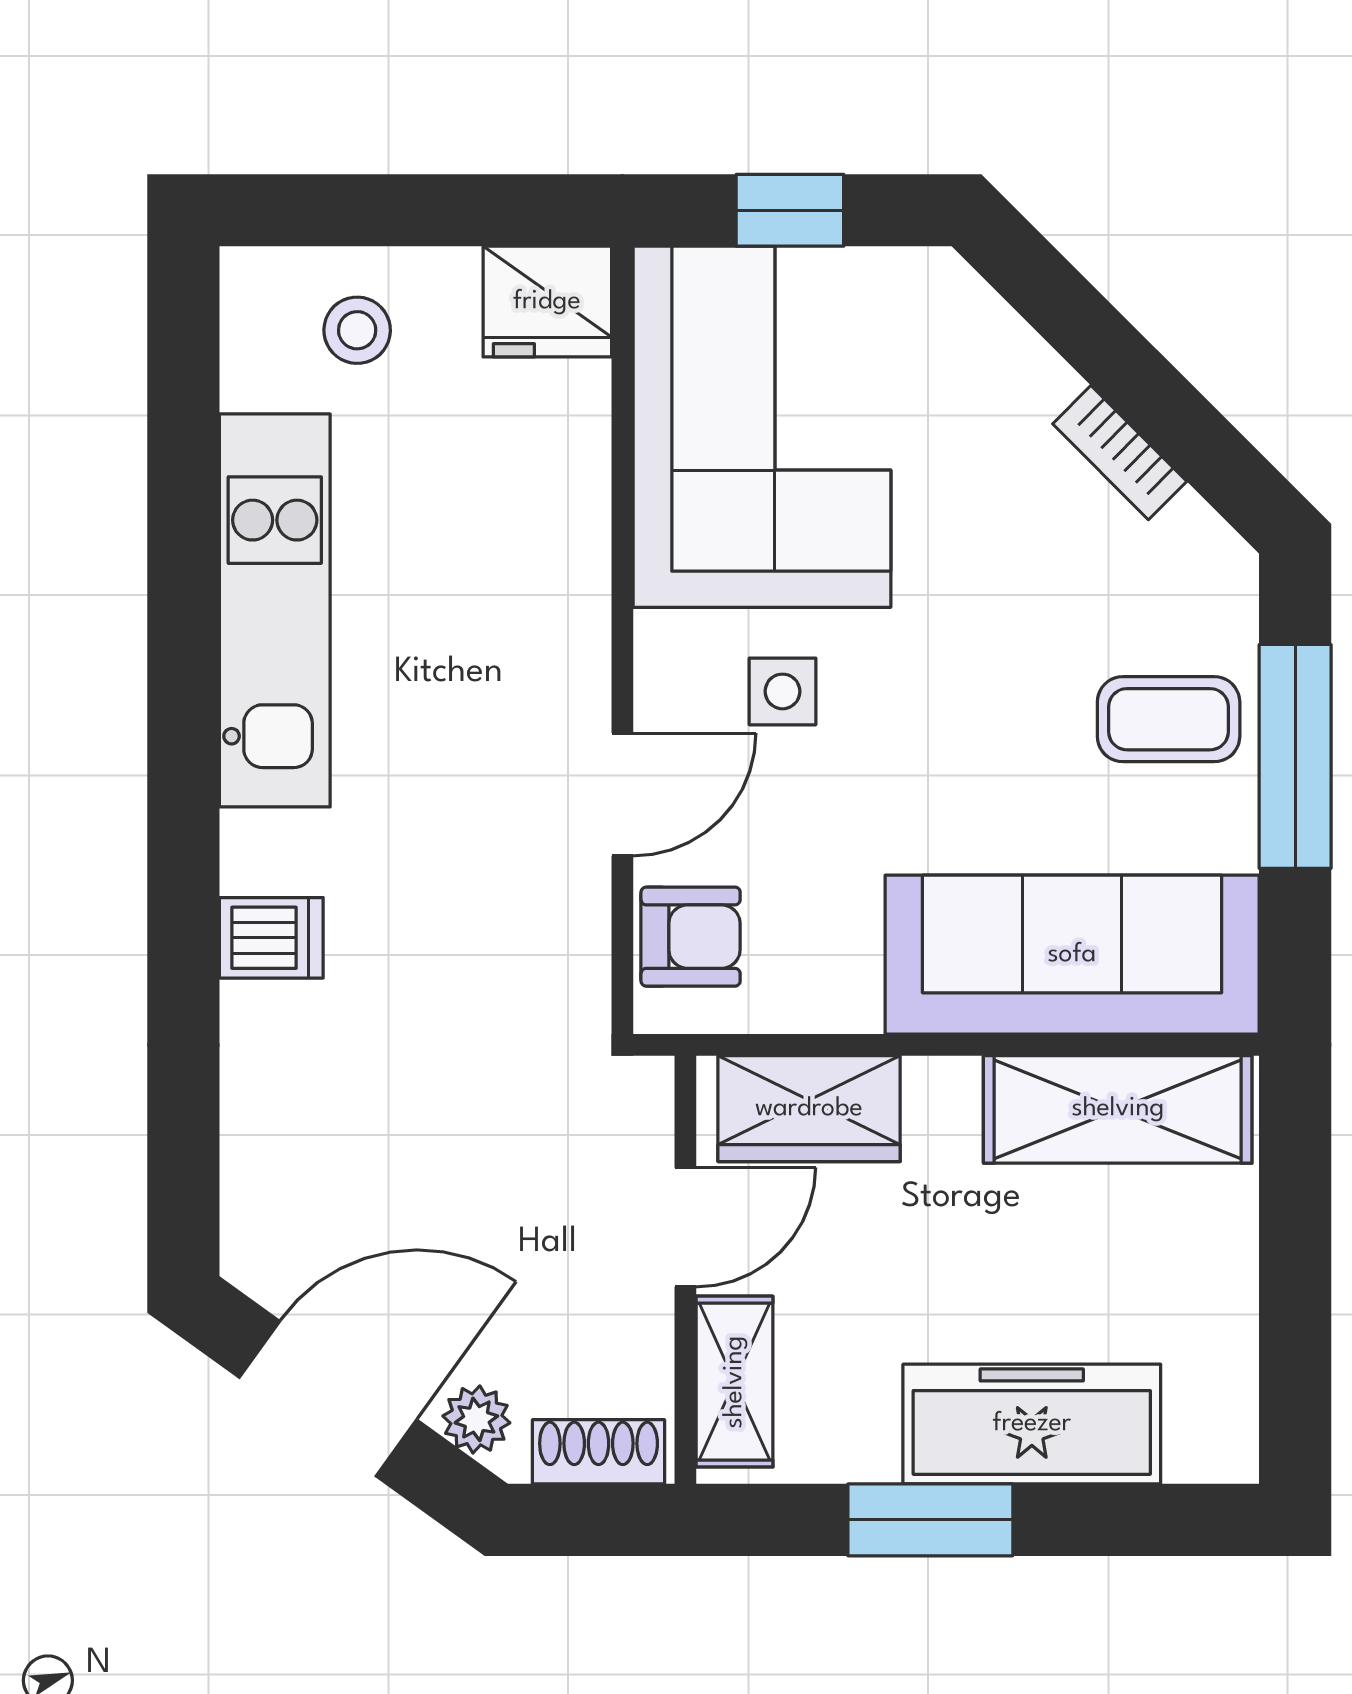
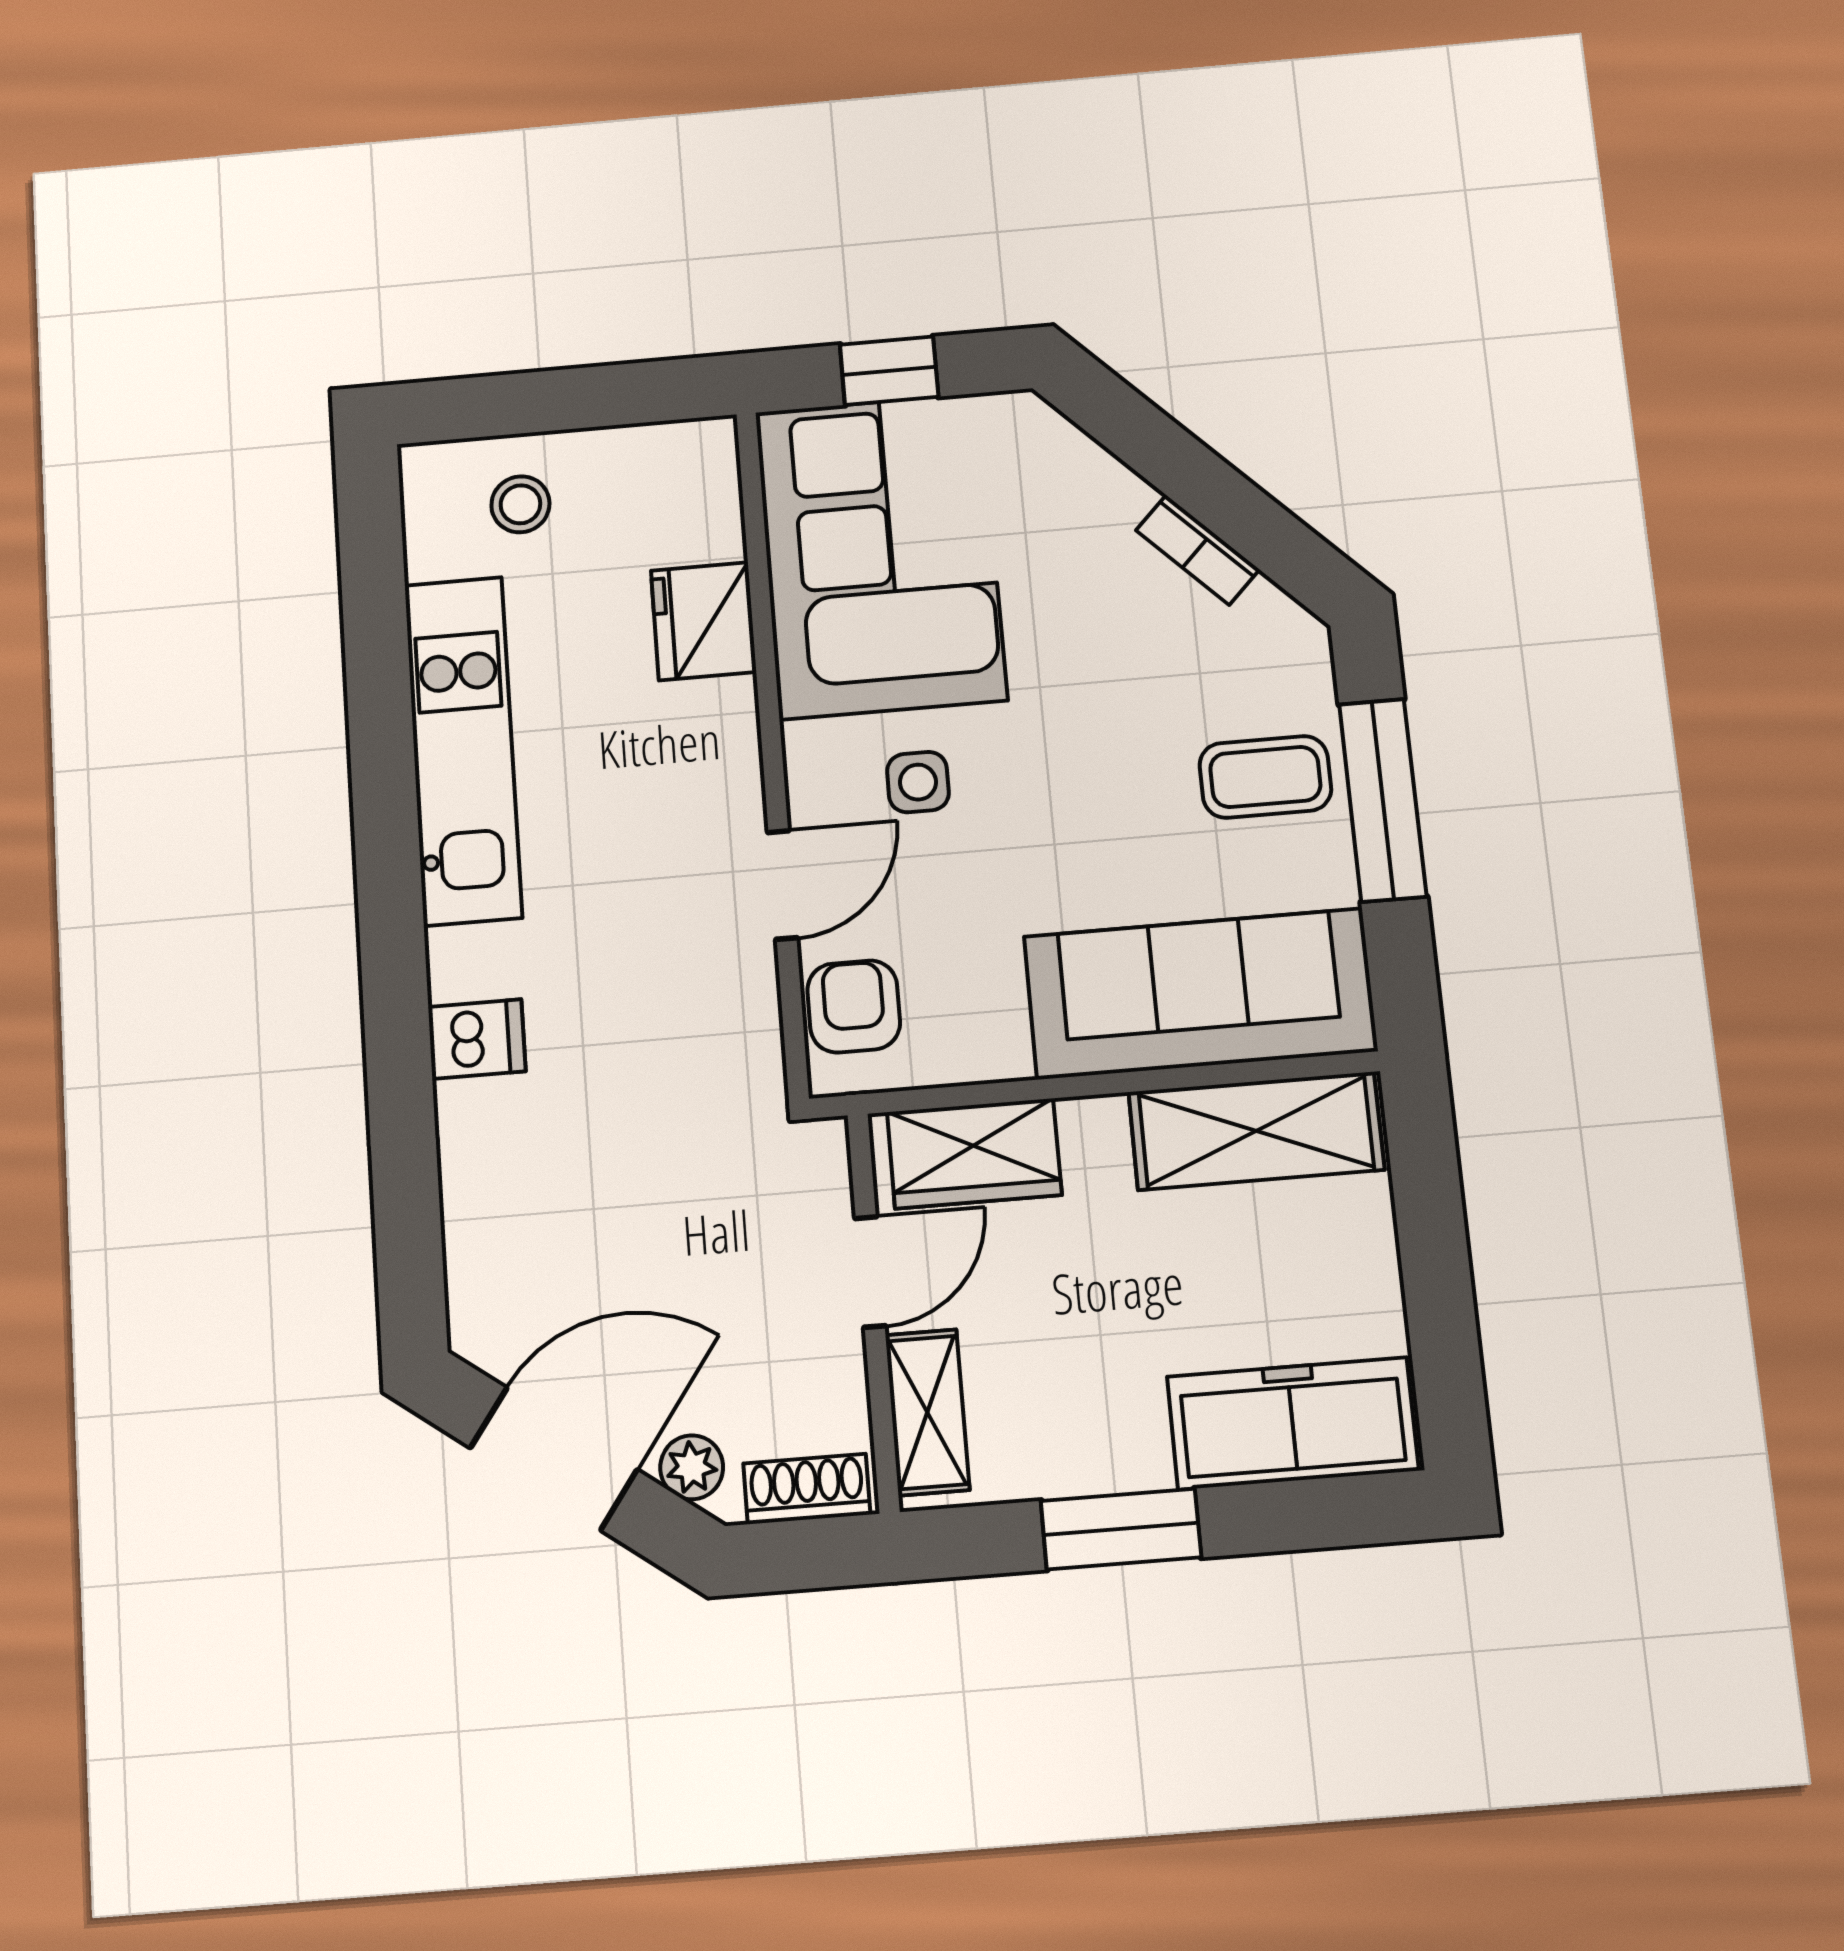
fridge: (547, 302) -> (704, 621), moved, turned 90
armchair: (691, 937) -> (854, 1006), turned -90
freezer: (1032, 1424) -> (1293, 1423), moved

